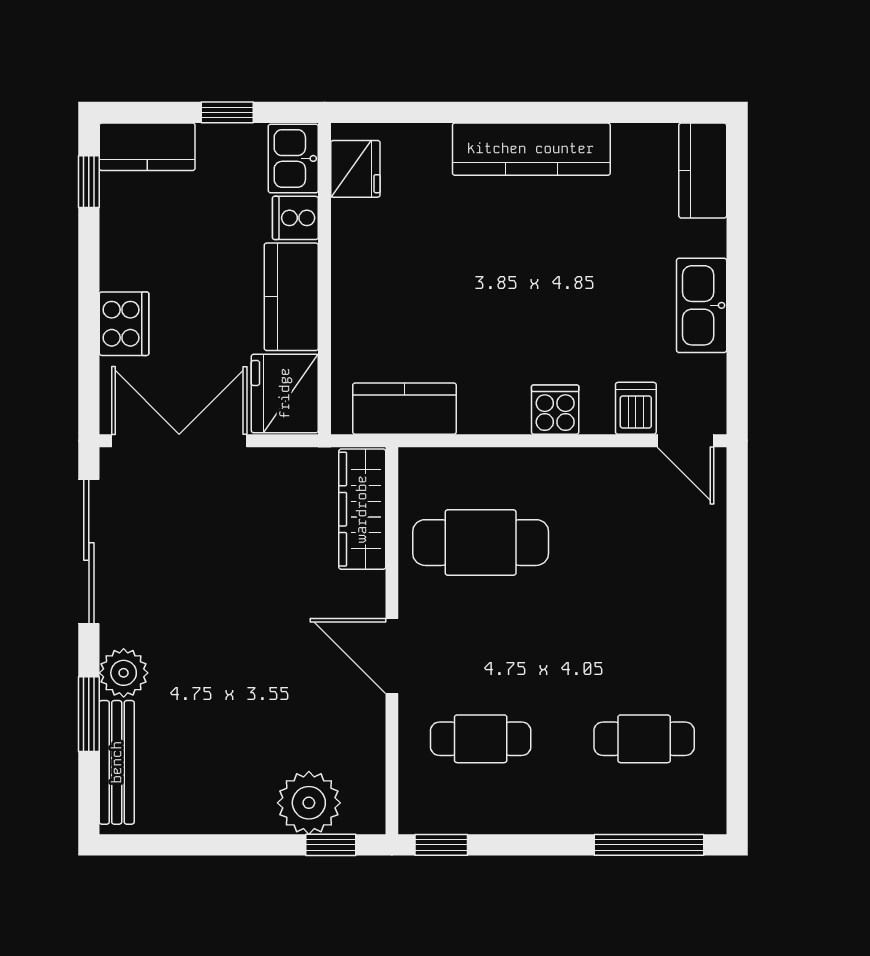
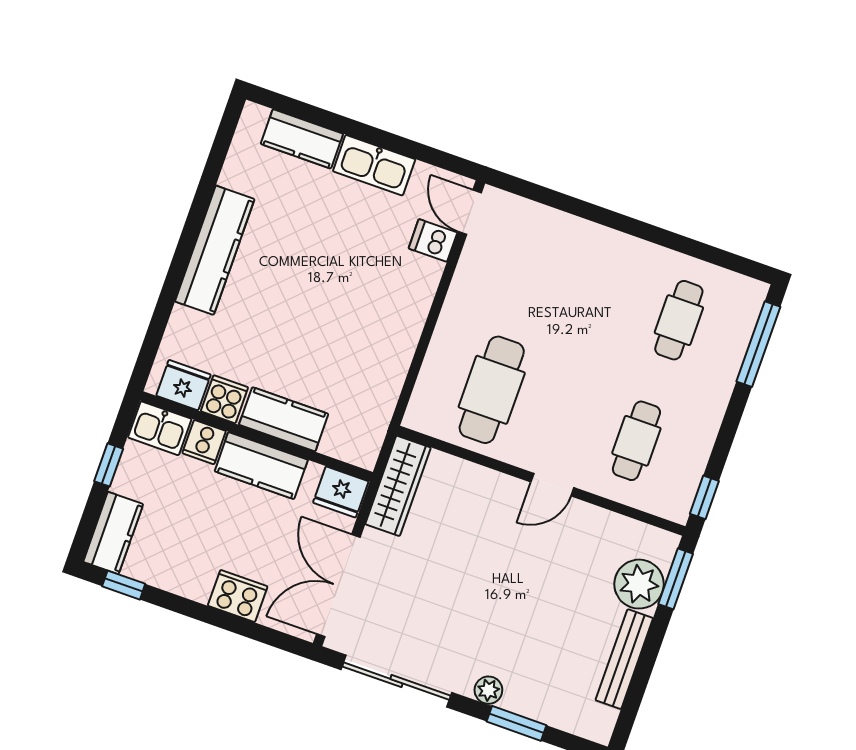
kitchen counter: (703, 171) -> (302, 139), moved
fridge: (285, 393) -> (341, 492), width x0.73, depth x0.75
kitchen counter: (404, 409) -> (284, 419), moved, turned 90
cooker: (555, 410) -> (224, 399), moved, turned 90
door: (685, 441) -> (470, 212), swing flipped
wardrobe: (362, 509) -> (398, 486), moved, turned -90
door: (392, 656) -> (552, 485), width x0.73
plant: (124, 673) -> (488, 690), width x0.73, depth x0.73
bench: (117, 762) -> (624, 659), moved, turned 90
window: (331, 845) -> (676, 579), width x1.50

